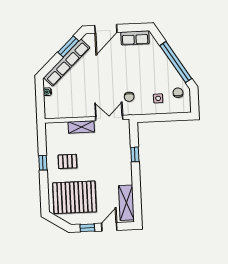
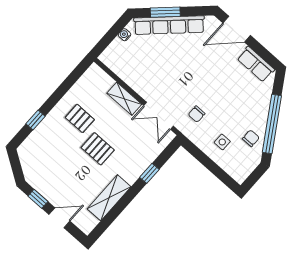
window: (68, 47) -> (165, 12), moved
chair: (178, 93) -> (251, 138), moved
double door: (109, 118) -> (158, 116), swing flipped
window: (43, 163) -> (35, 120), moved
pallet: (74, 197) -> (98, 149), moved, width x0.49, depth x0.50
shelving: (126, 203) -> (109, 198), moved

